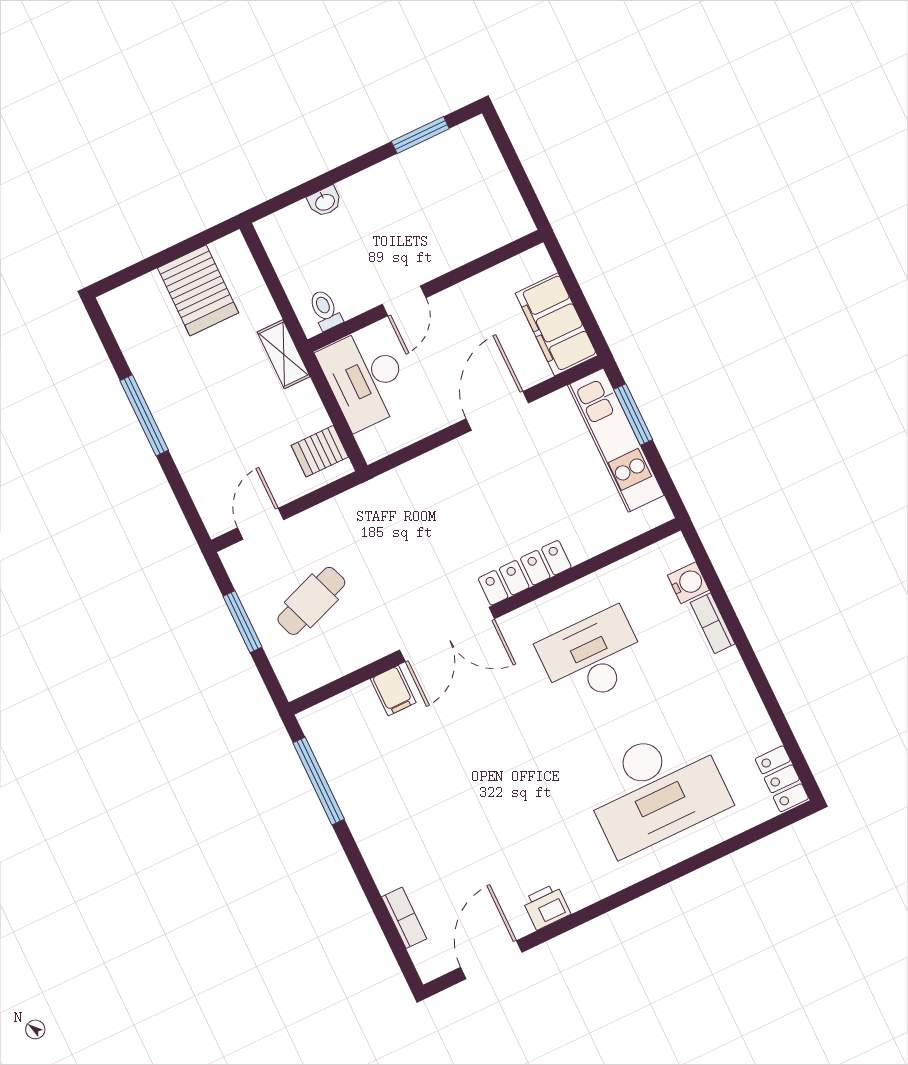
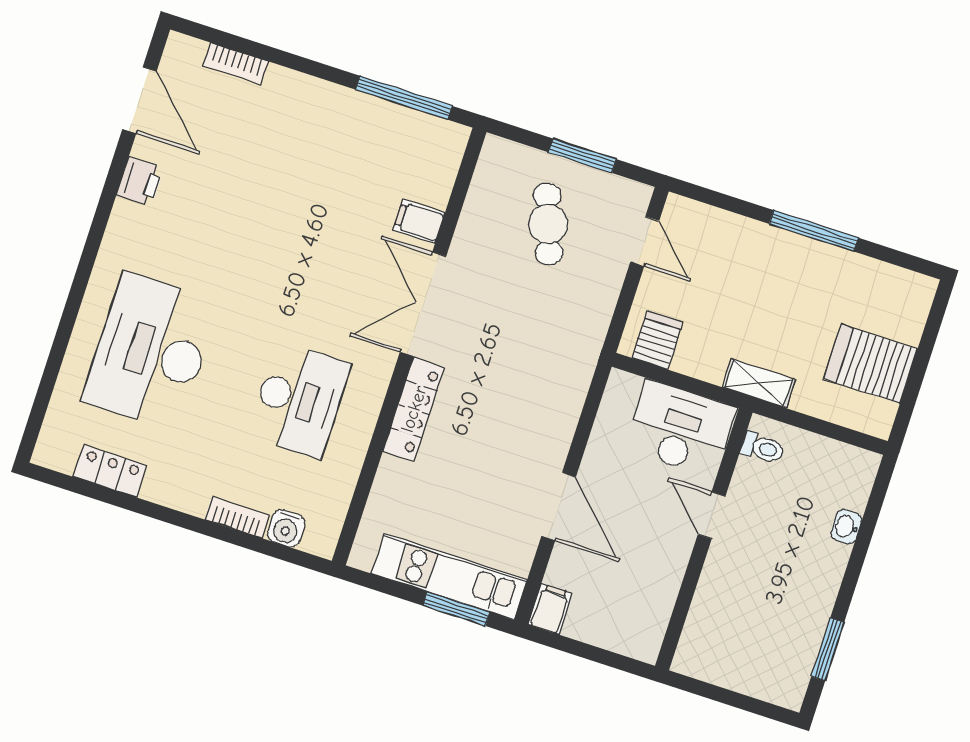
filing cabinet: (556, 324) -> (550, 609), width x0.33, depth x0.86
locker: (782, 779) -> (110, 471), moved

